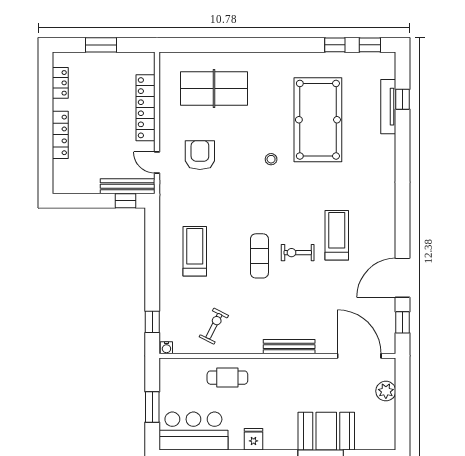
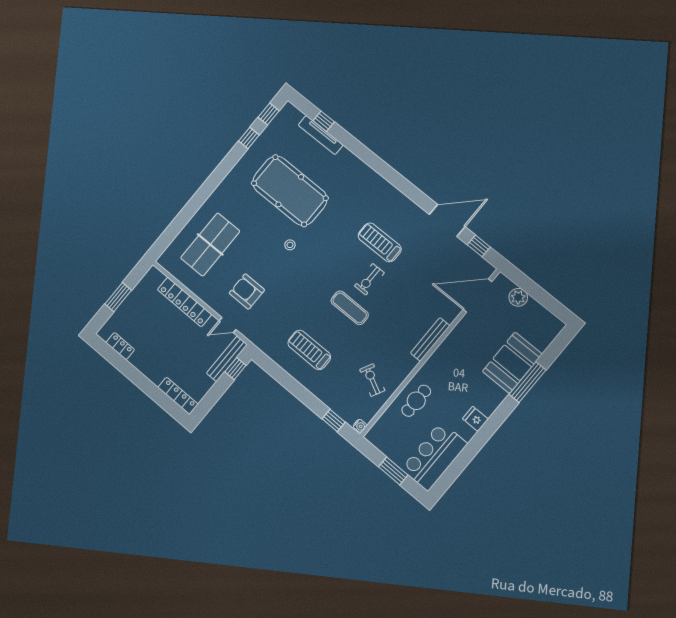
locker: (60, 135) -> (178, 396), moved
door: (403, 278) -> (447, 221), swing flipped

